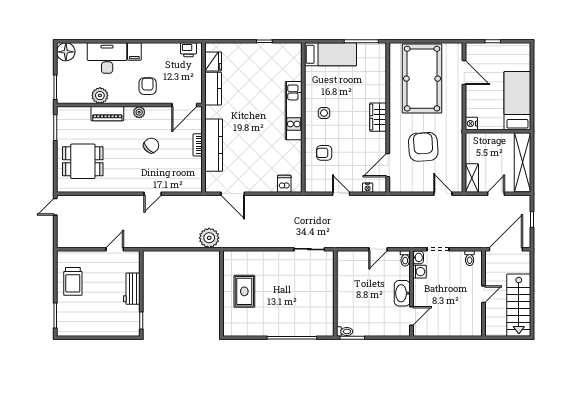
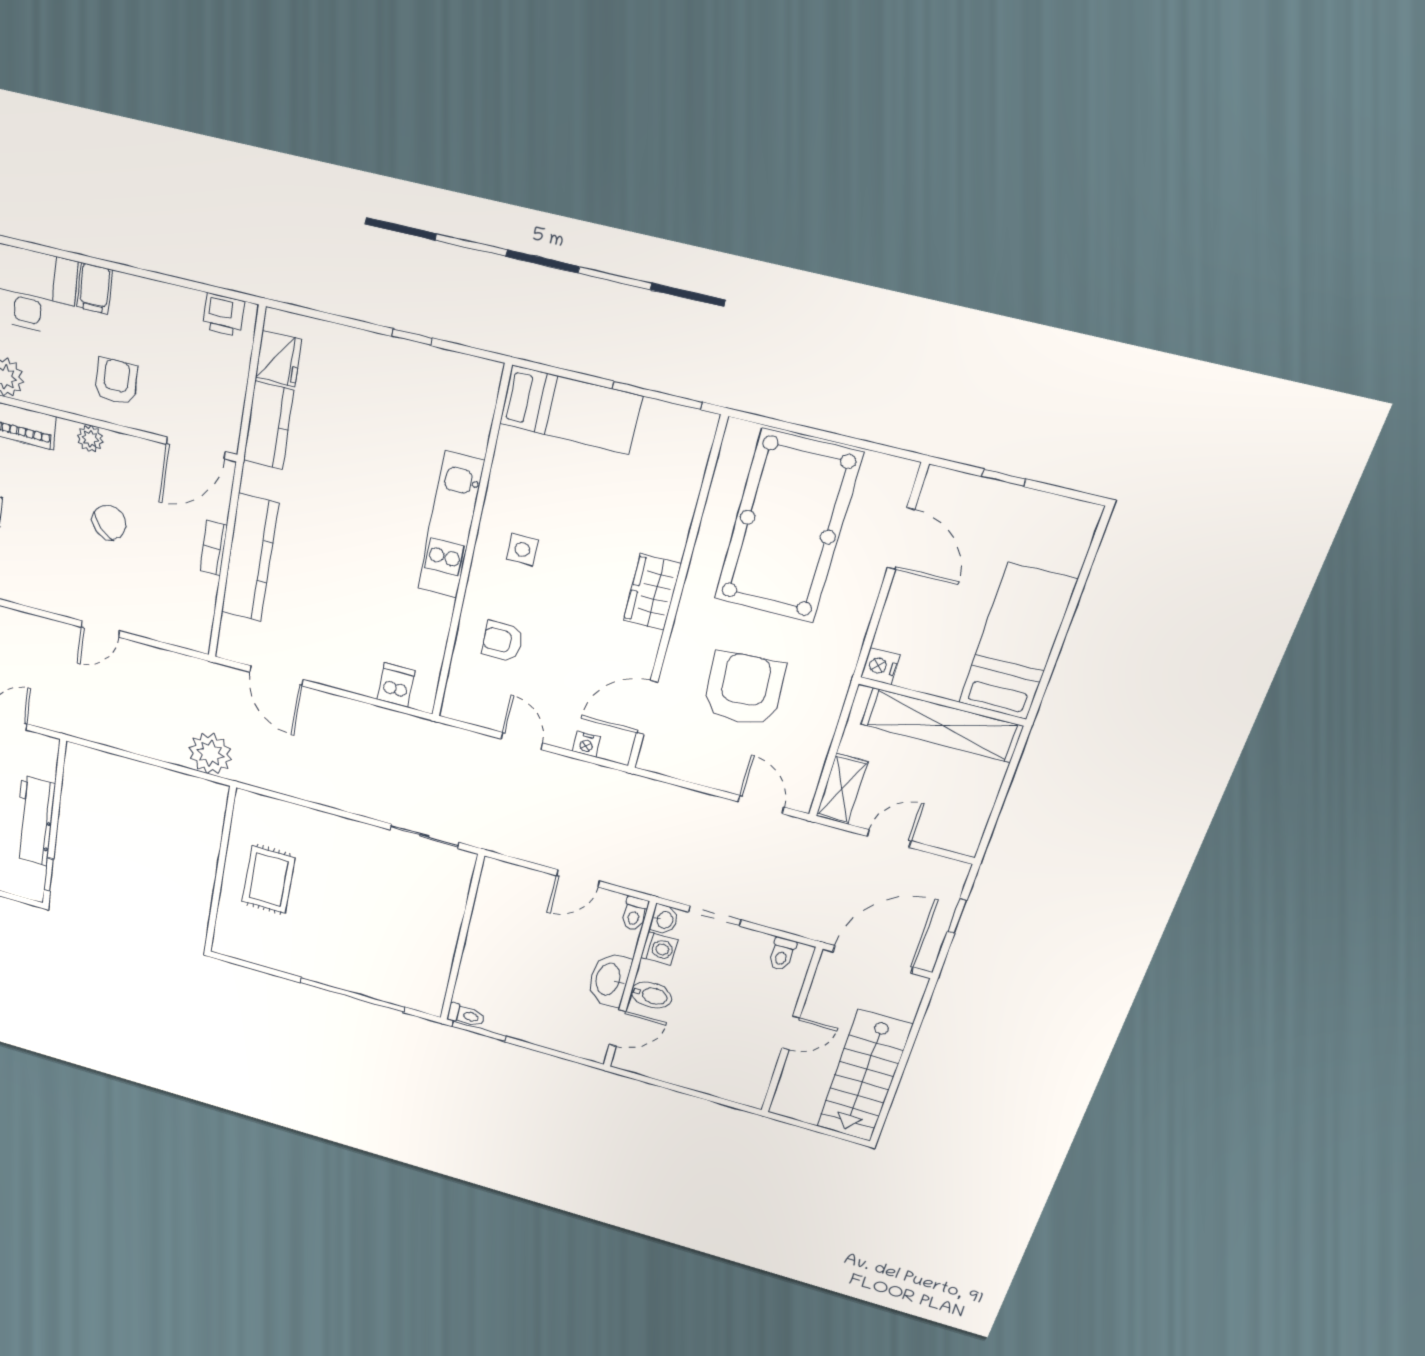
shelving: (523, 162) -> (942, 725), moved, turned 90
workbench: (132, 289) -> (35, 820), width x1.38
bidet: (422, 295) -> (651, 995), added

